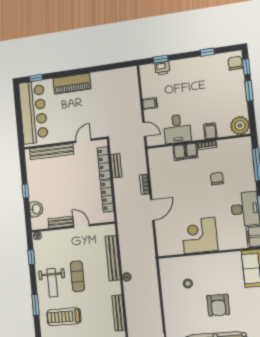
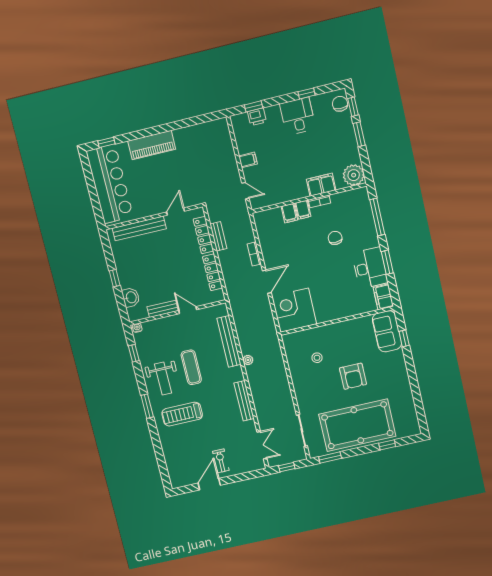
desk: (177, 129) -> (298, 116), moved, turned 180
filing cabinet: (210, 131) -> (321, 185), width x2.00
corner desk: (199, 235) -> (294, 310), moved

